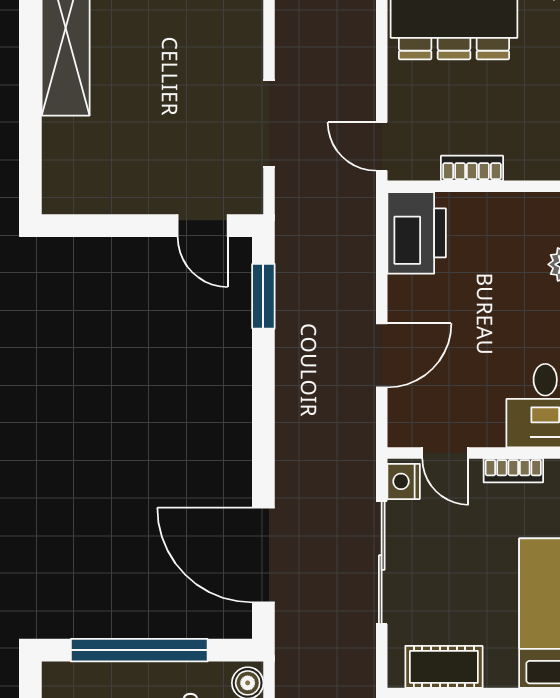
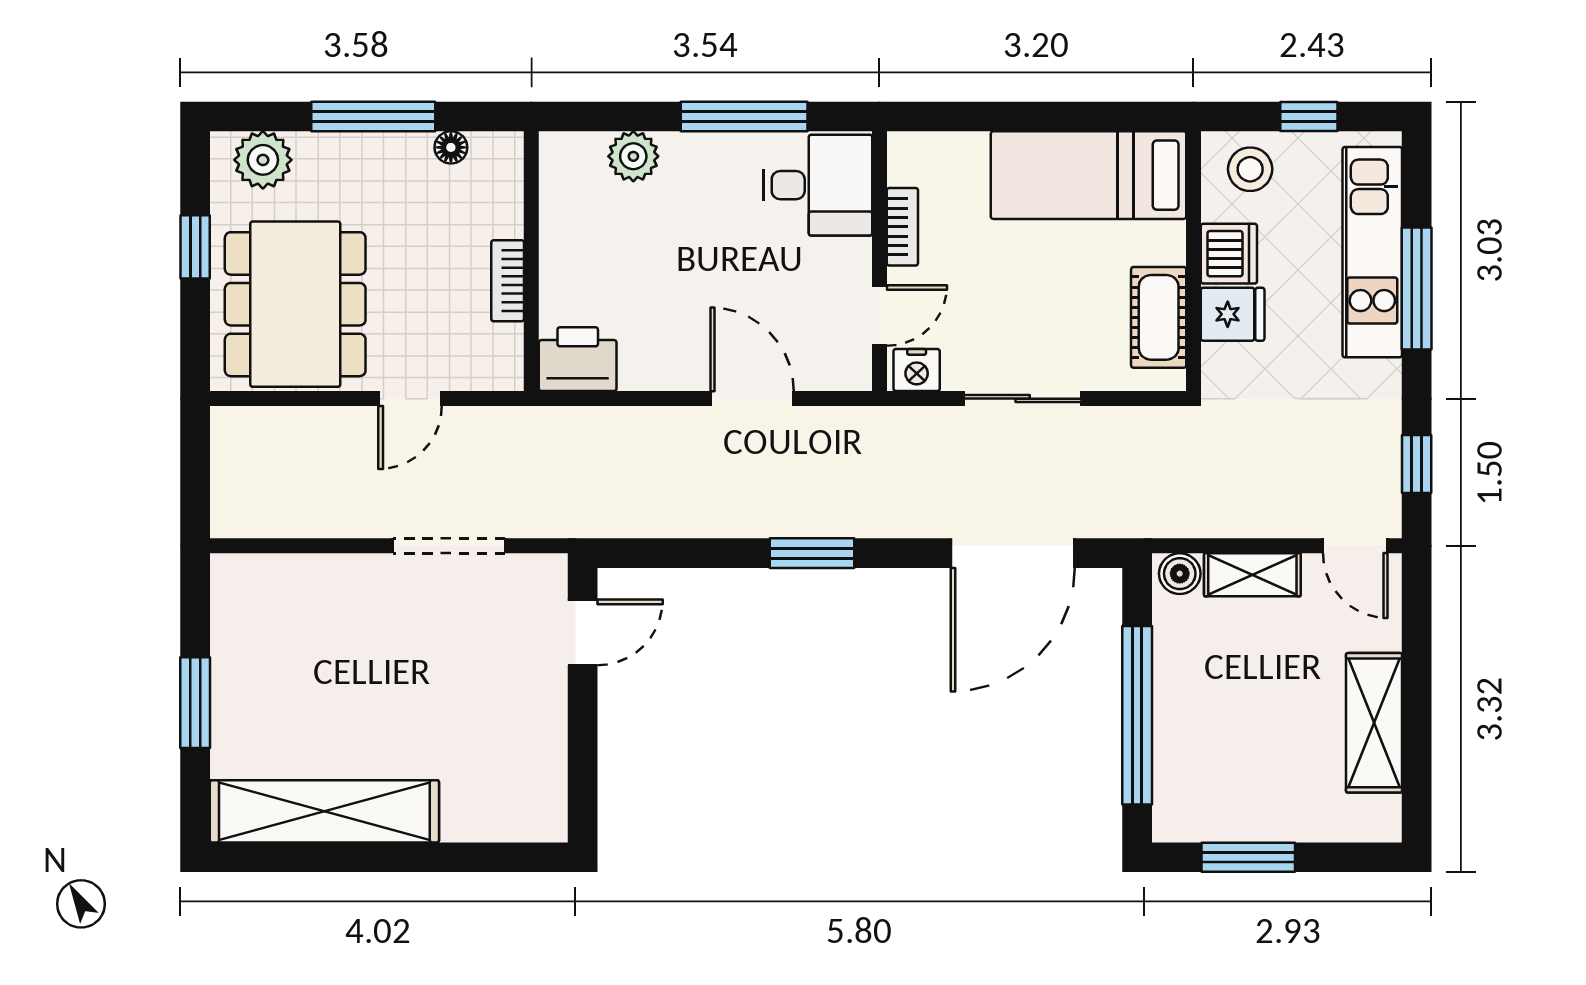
door: (382, 146) -> (410, 399), moved
printer: (417, 233) -> (578, 359), width x0.73, depth x0.84
window: (263, 296) -> (812, 553), moved
sliding door: (382, 563) -> (1023, 399), width x0.73

